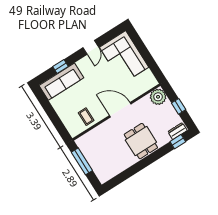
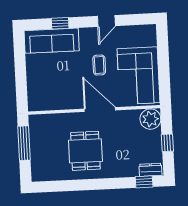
corner sofa: (124, 57) -> (139, 76), moved
coffee table: (86, 117) -> (99, 65), moved
dining table: (141, 141) -> (85, 151), moved

